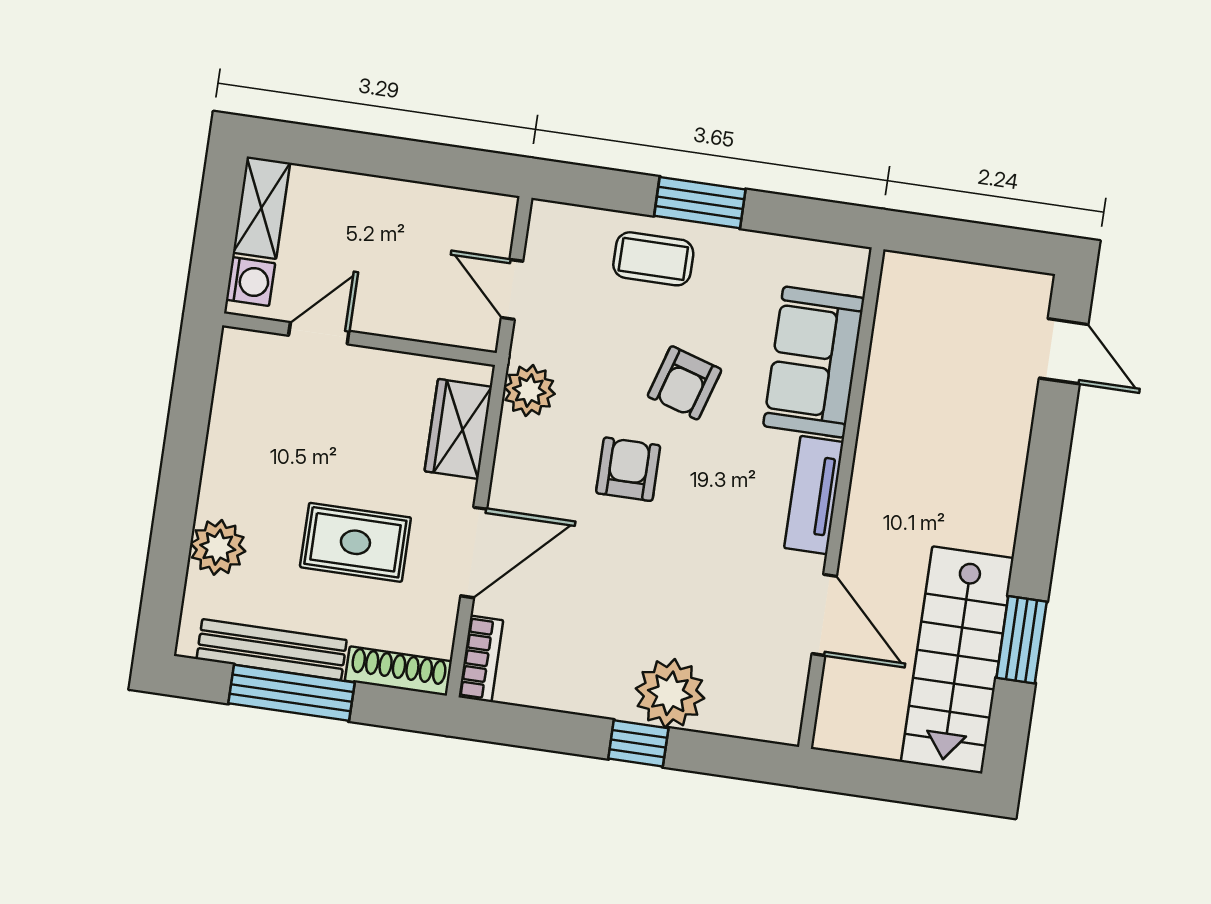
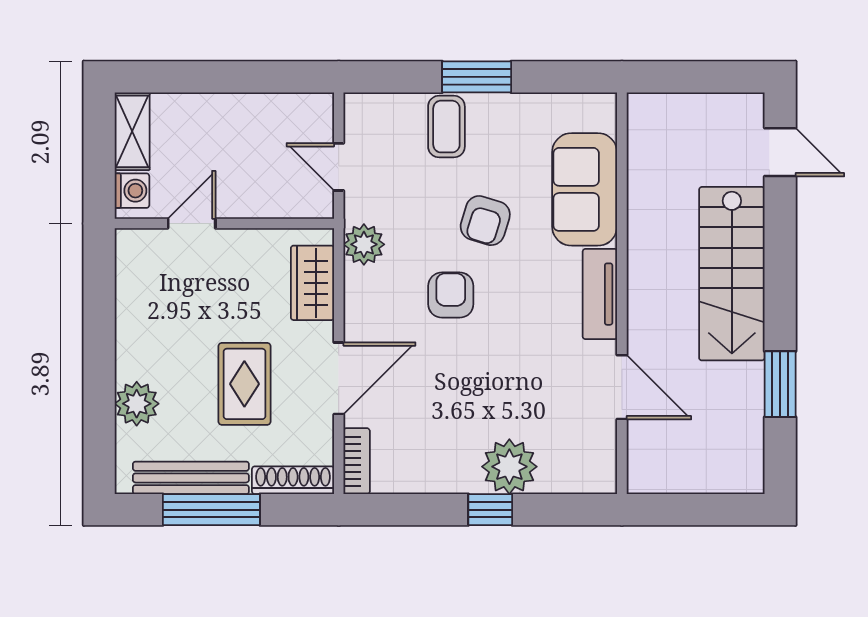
coffee table: (653, 259) -> (446, 127), turned 90
rug: (355, 542) -> (244, 384), turned 90
stairs: (957, 660) -> (732, 274), moved

